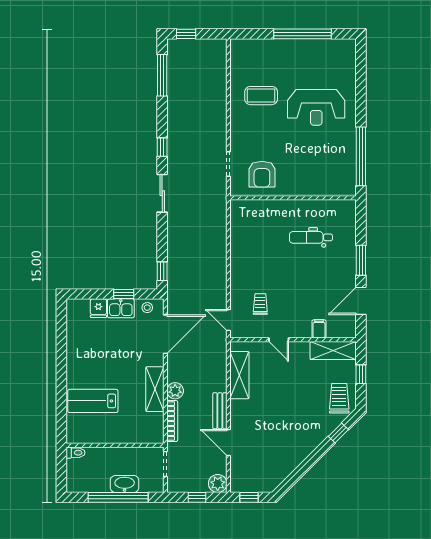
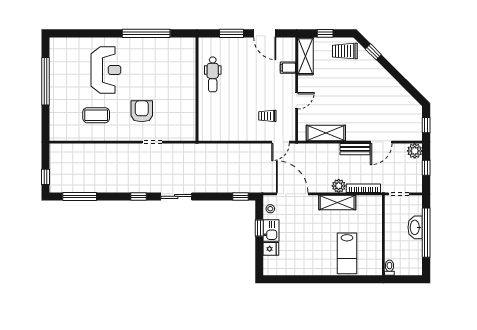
coffee table: (261, 96) -> (96, 115), turned 90
armchair: (262, 174) -> (142, 111), moved, turned -90
wall: (293, 198) -> (197, 89), moved

